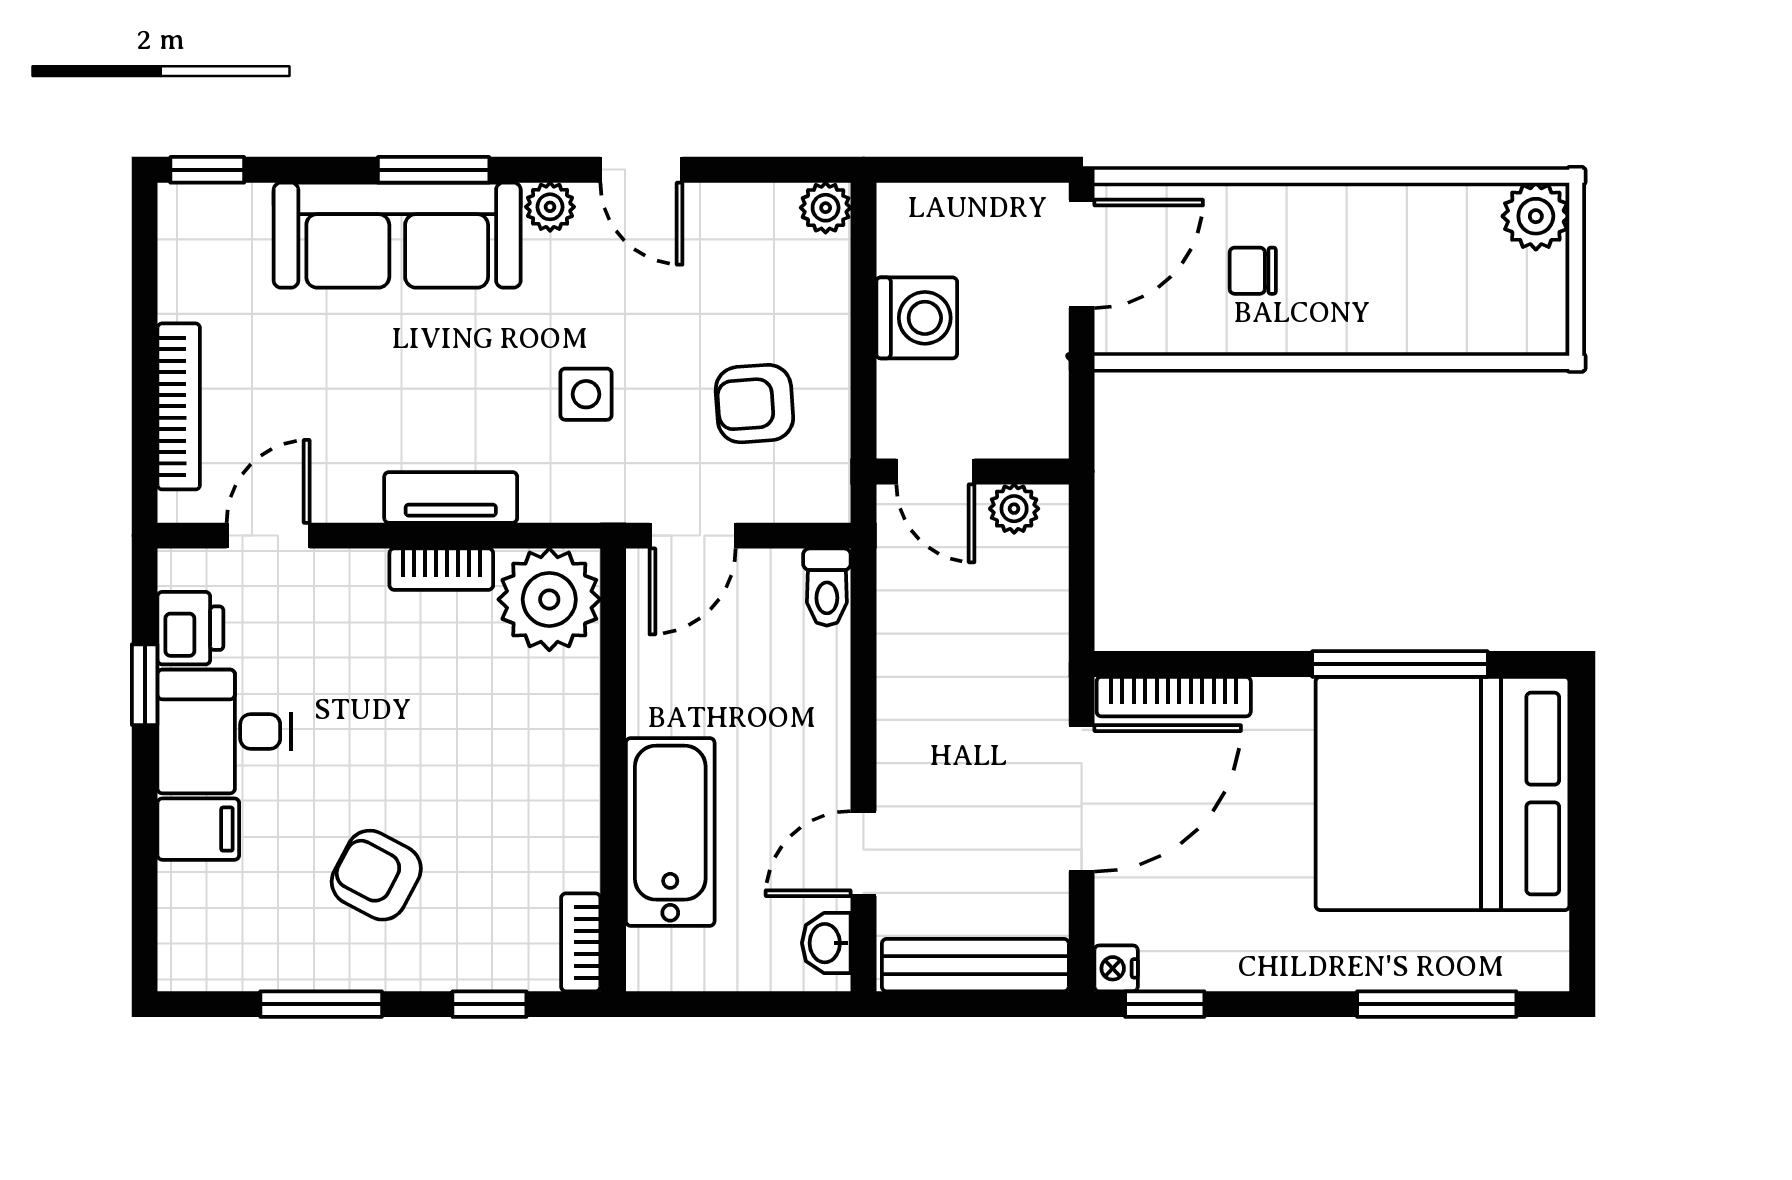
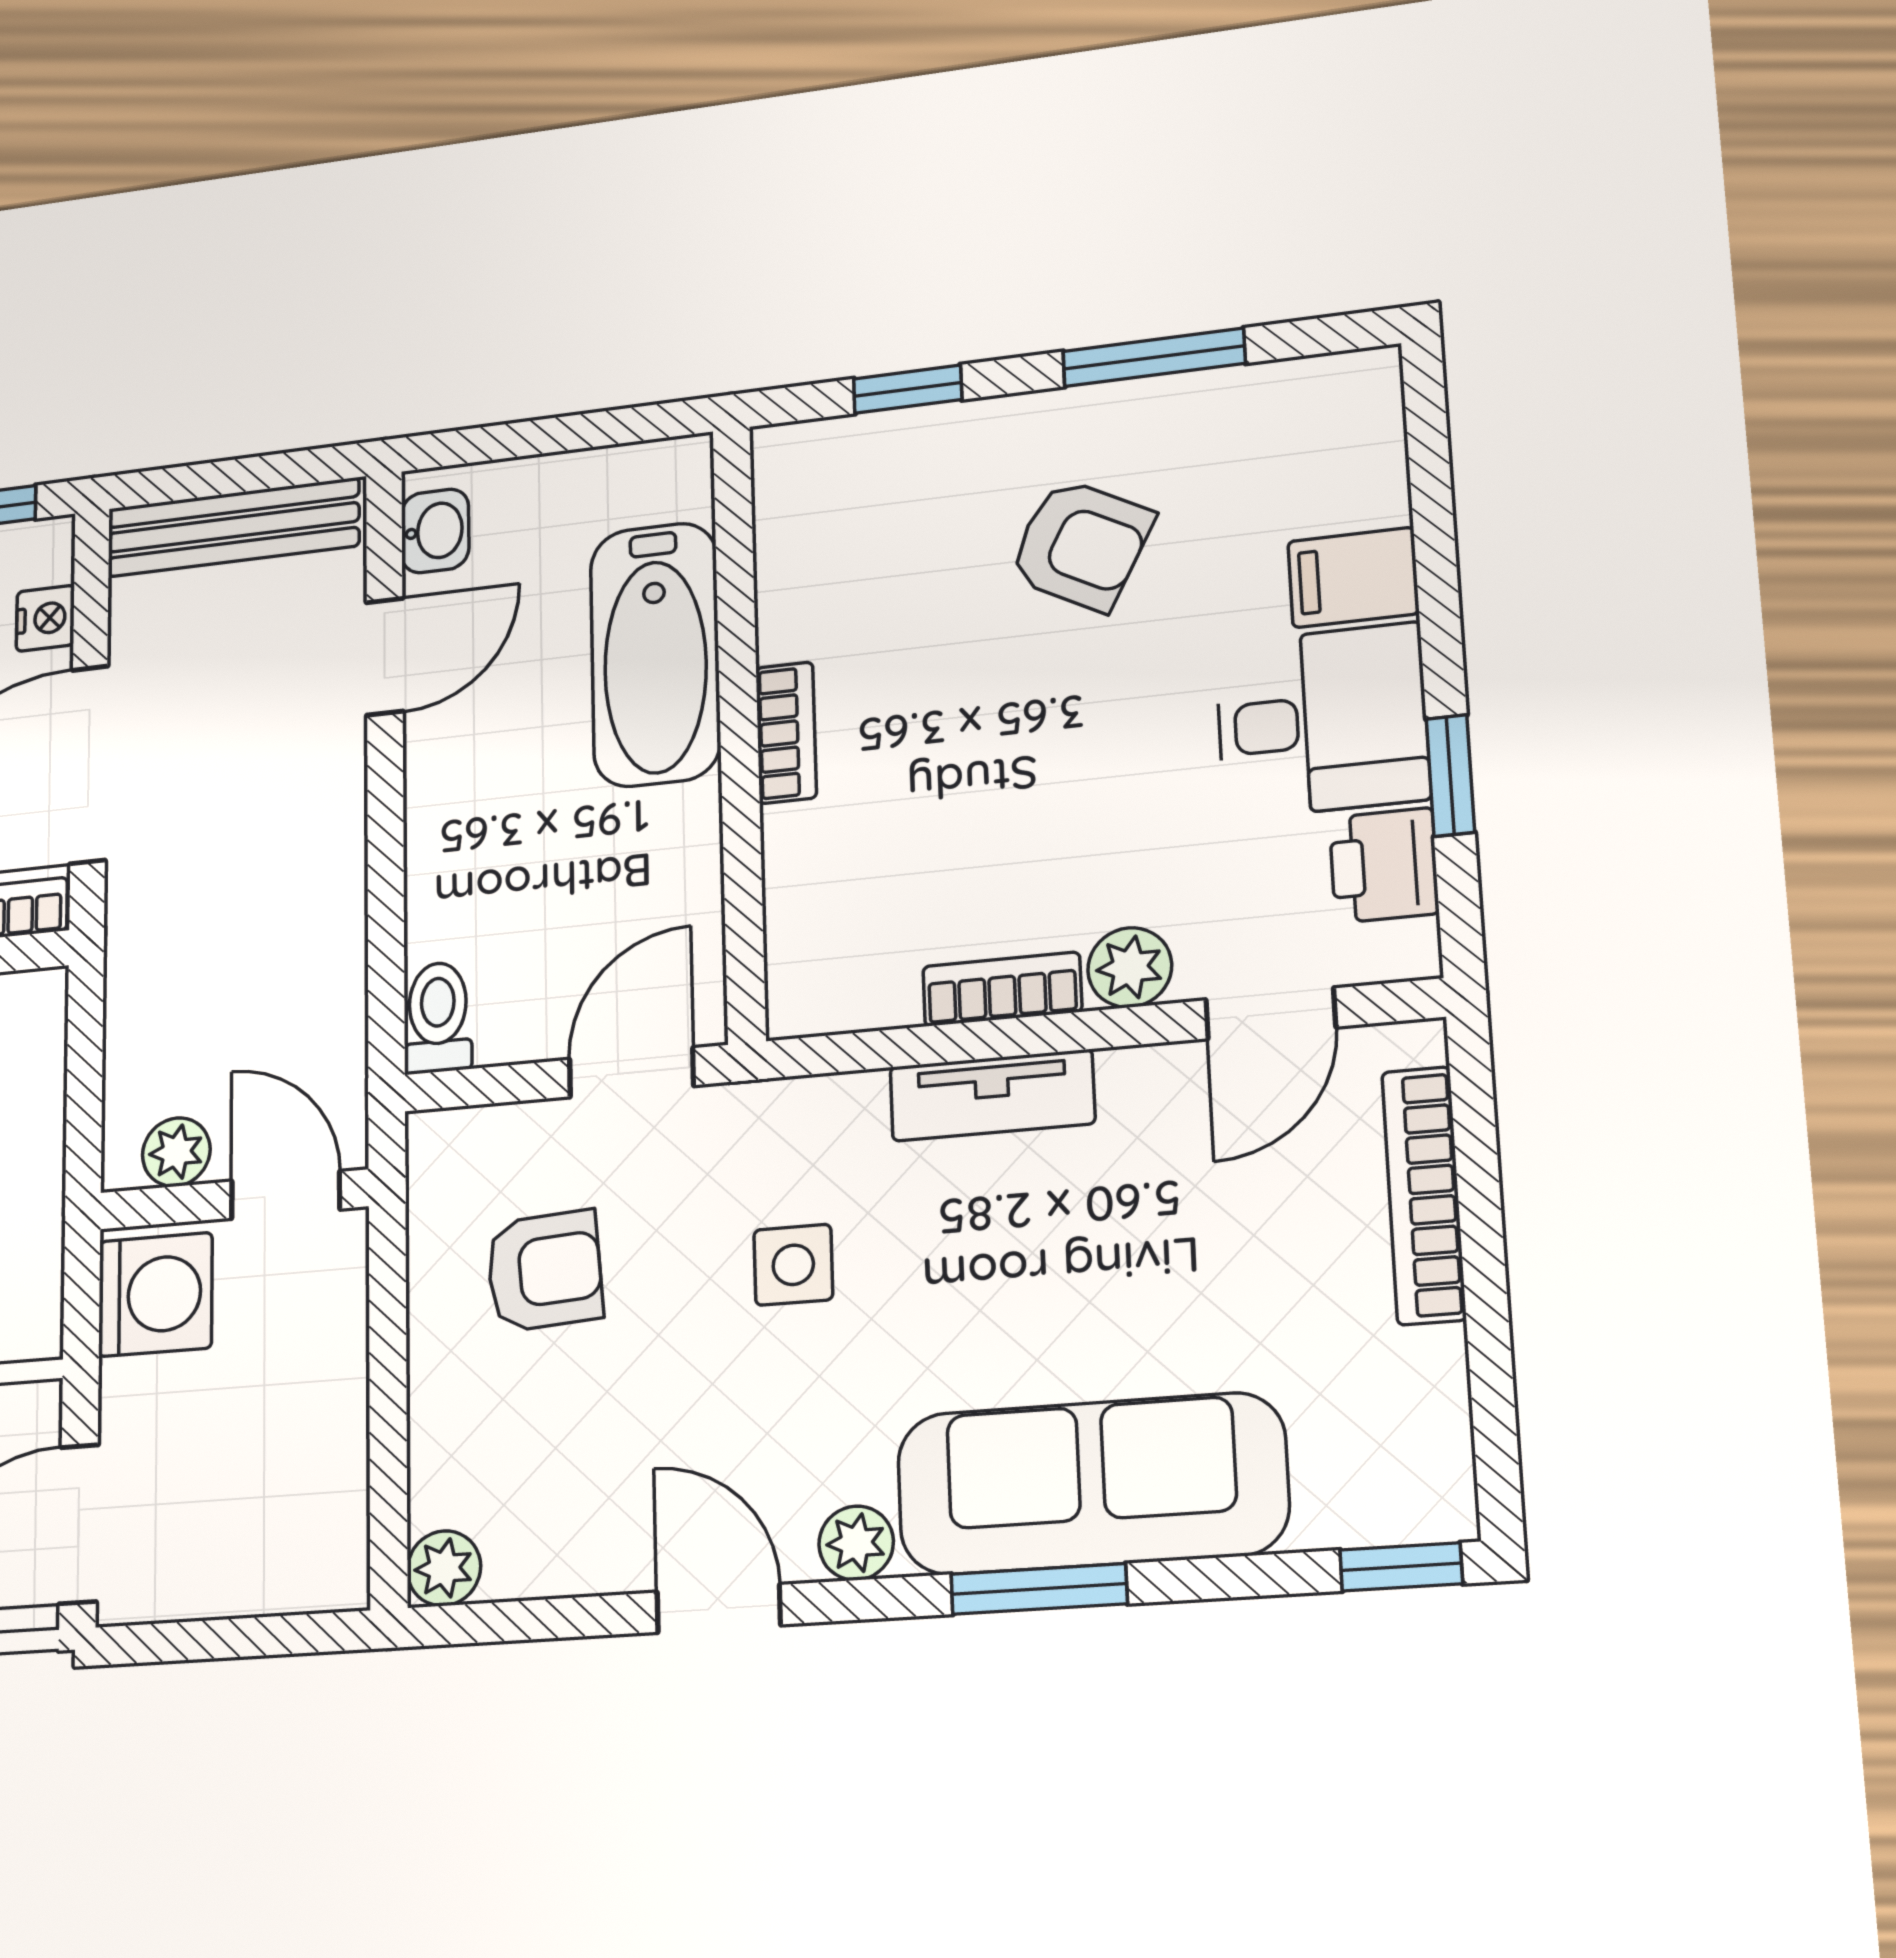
washing machine: (917, 318) -> (155, 1295), moved, turned 180
plant: (549, 599) -> (1130, 967), moved, width x0.53, depth x0.53
bookcase: (581, 942) -> (786, 733), moved
nightstand: (1116, 968) -> (45, 618), moved

